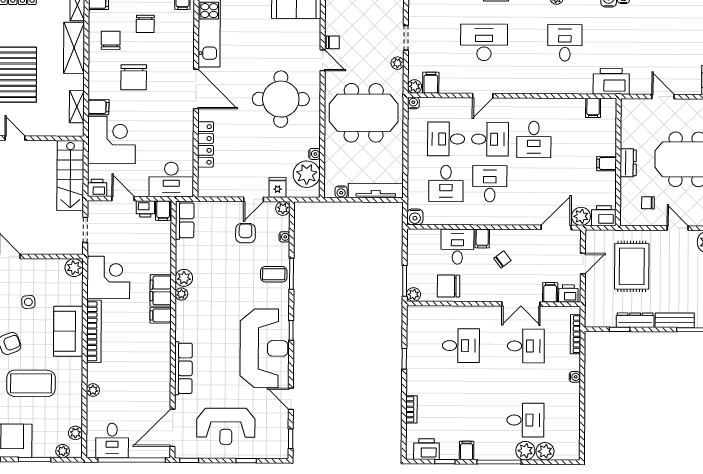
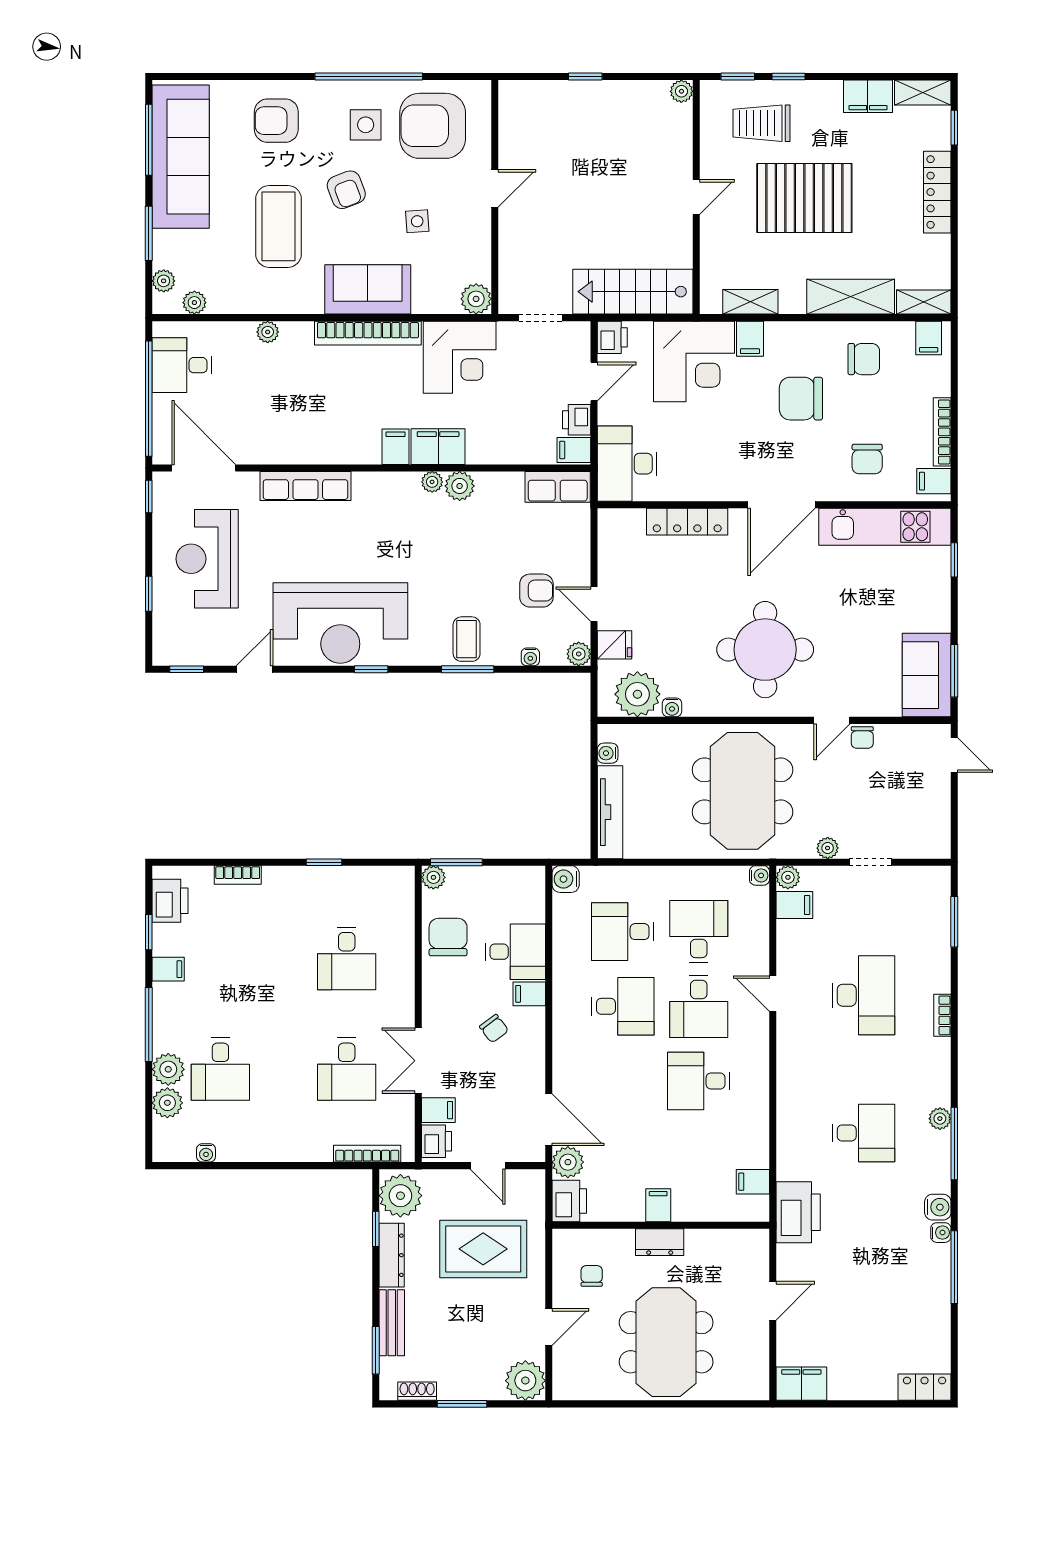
chair: (145, 24) -> (867, 459), moved, turned -90
plant: (600, 315) -> (400, 1196), added
water cooler: (575, 377) -> (206, 1153), moved

